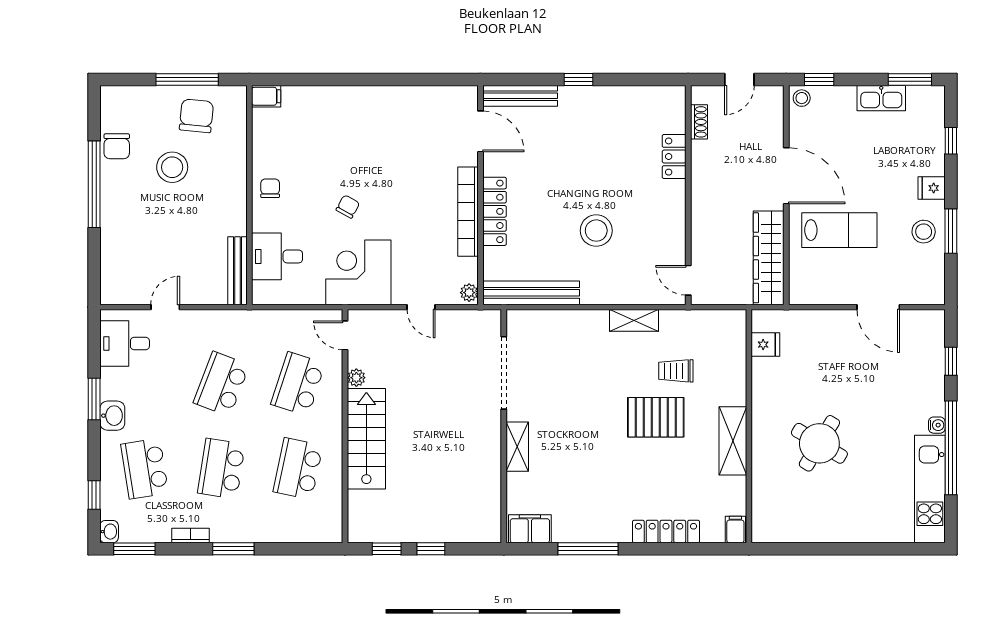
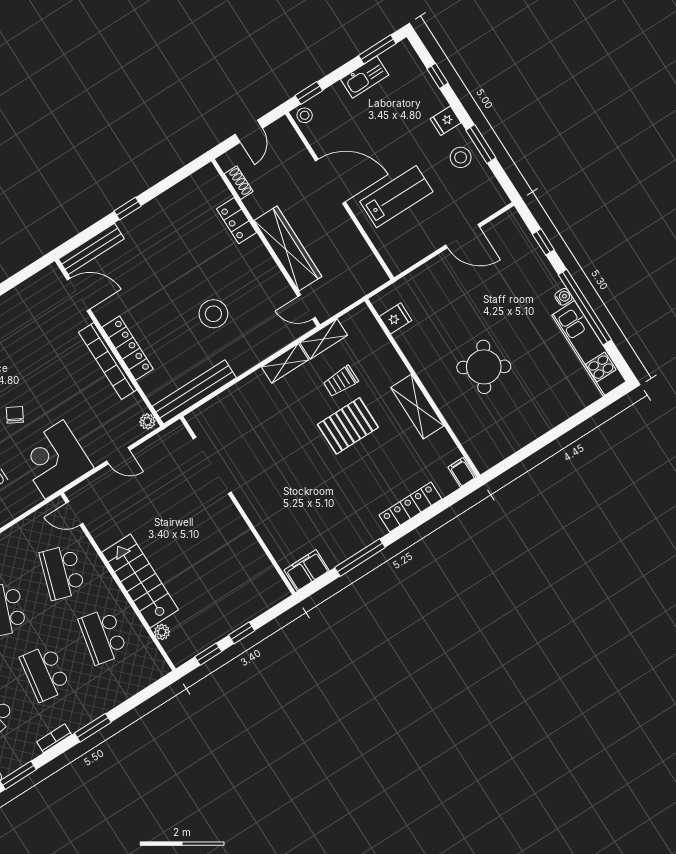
wardrobe: (769, 258) -> (288, 248), moved, turned 180
plant: (356, 378) -> (162, 632), moved
shelving: (517, 447) -> (324, 339), moved, turned 90

